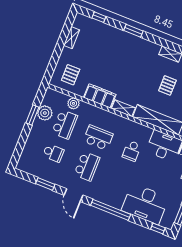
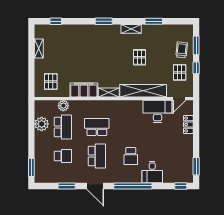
window: (133, 31) -> (104, 21), moved
window: (32, 115) -> (31, 167), moved
school desk: (132, 151) -> (131, 156), moved
desk: (145, 204) -> (152, 172), width x0.53, depth x0.77

